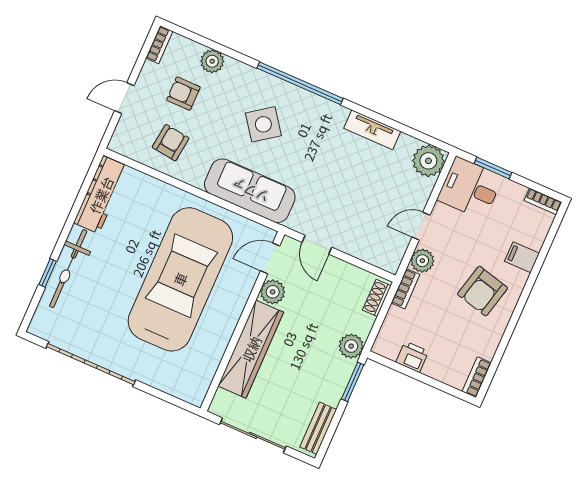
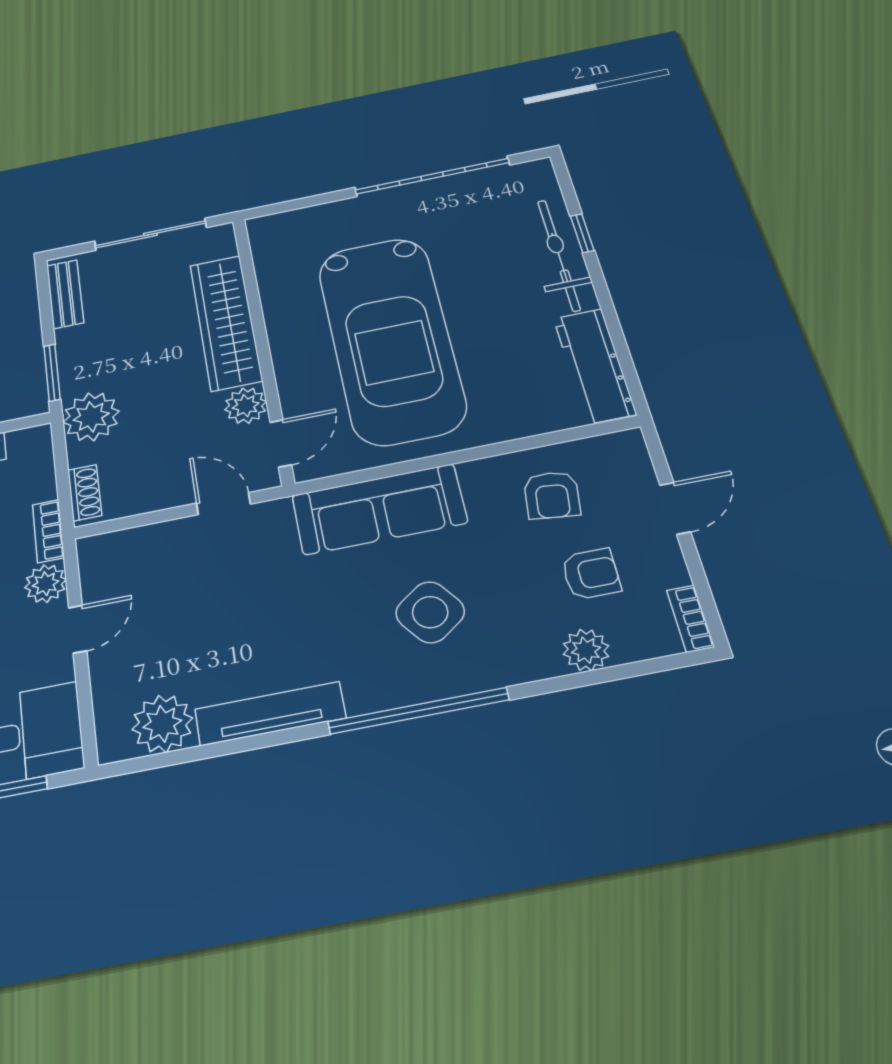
tv unit: (372, 130) -> (270, 714), width x1.41
plant: (428, 161) -> (162, 724), moved
plant: (351, 346) -> (91, 417), width x1.36, depth x1.36

